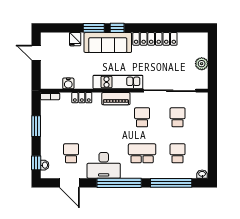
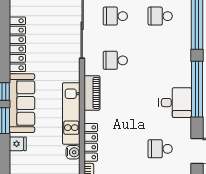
kitchen unit: (118, 82) -> (71, 113), moved
locker: (82, 98) -> (91, 142), width x1.53
school desk: (142, 153) -> (160, 60), removed
desk: (104, 165) -> (175, 103), width x0.73

